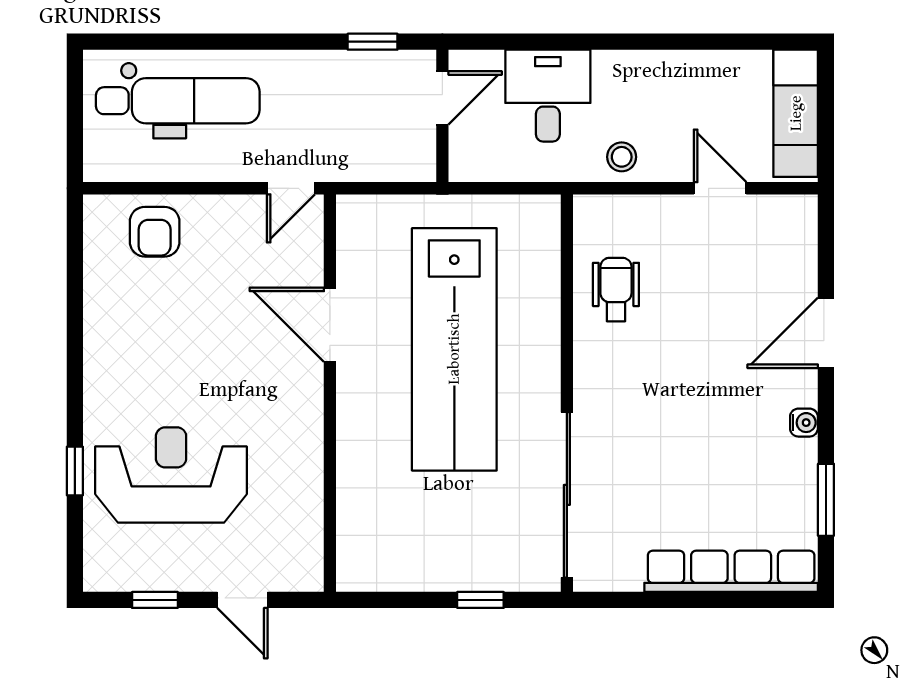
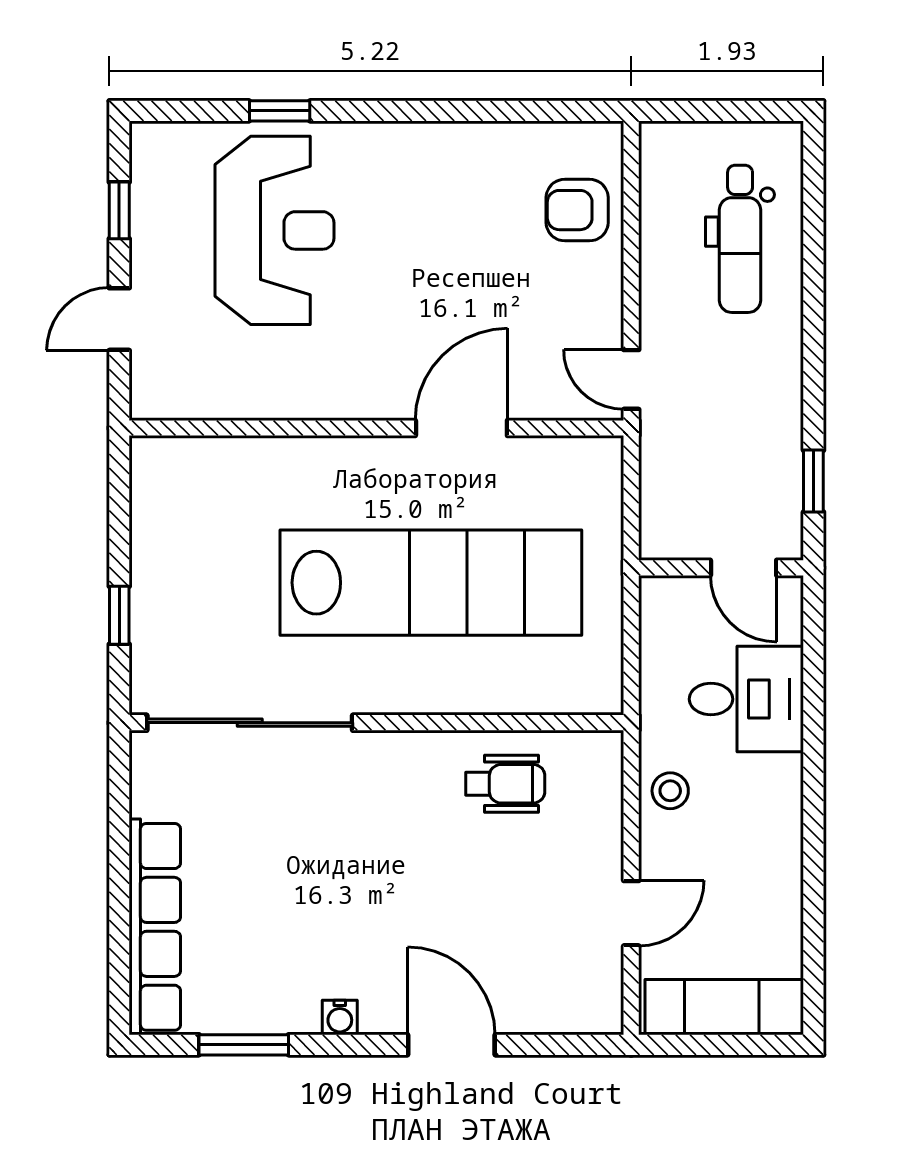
dental chair: (178, 101) -> (740, 239), width x0.73, depth x0.72
lab bench: (454, 349) -> (431, 583), turned 180

